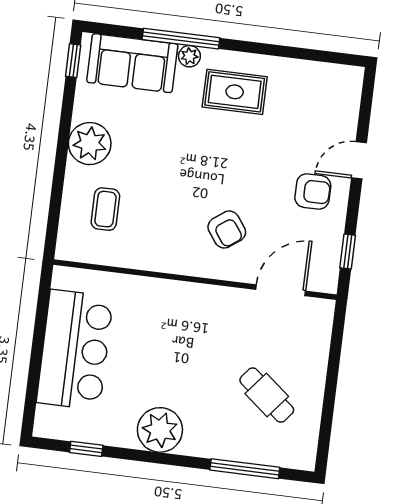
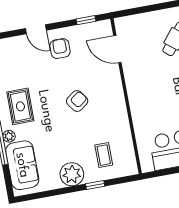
window: (73, 61) -> (95, 185), moved
coffee table: (105, 209) -> (104, 155), turned 90
armchair: (227, 230) -> (77, 101), moved

